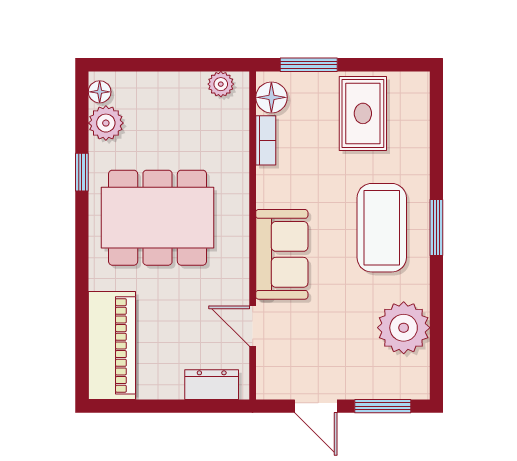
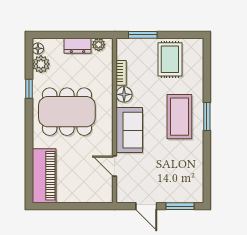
floor lamp: (271, 97) -> (124, 94), moved
plant: (404, 328) -> (190, 167), removed
dresser: (212, 385) -> (78, 46), moved, turned 180

